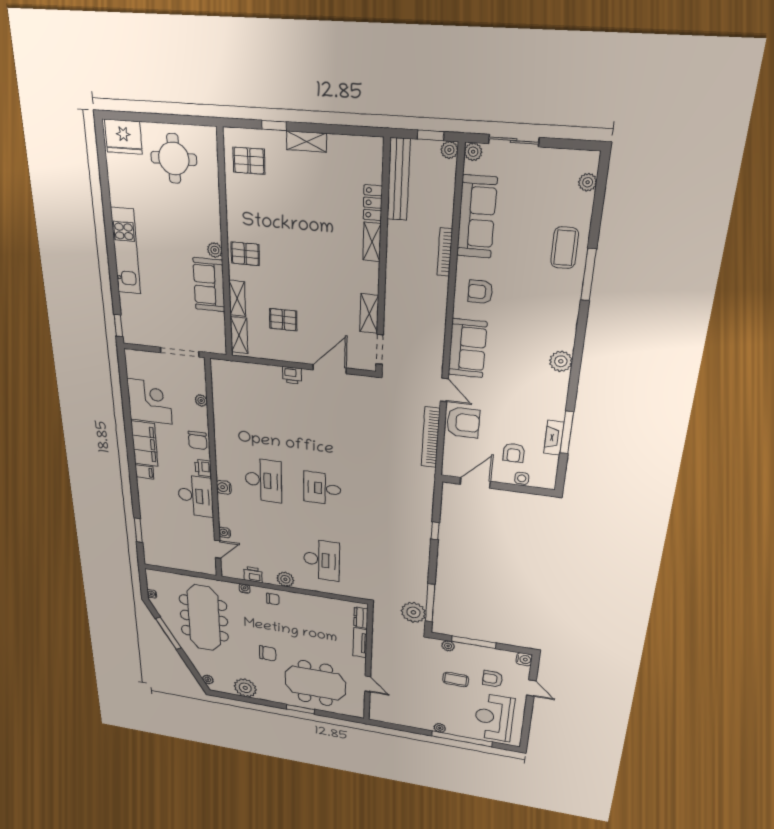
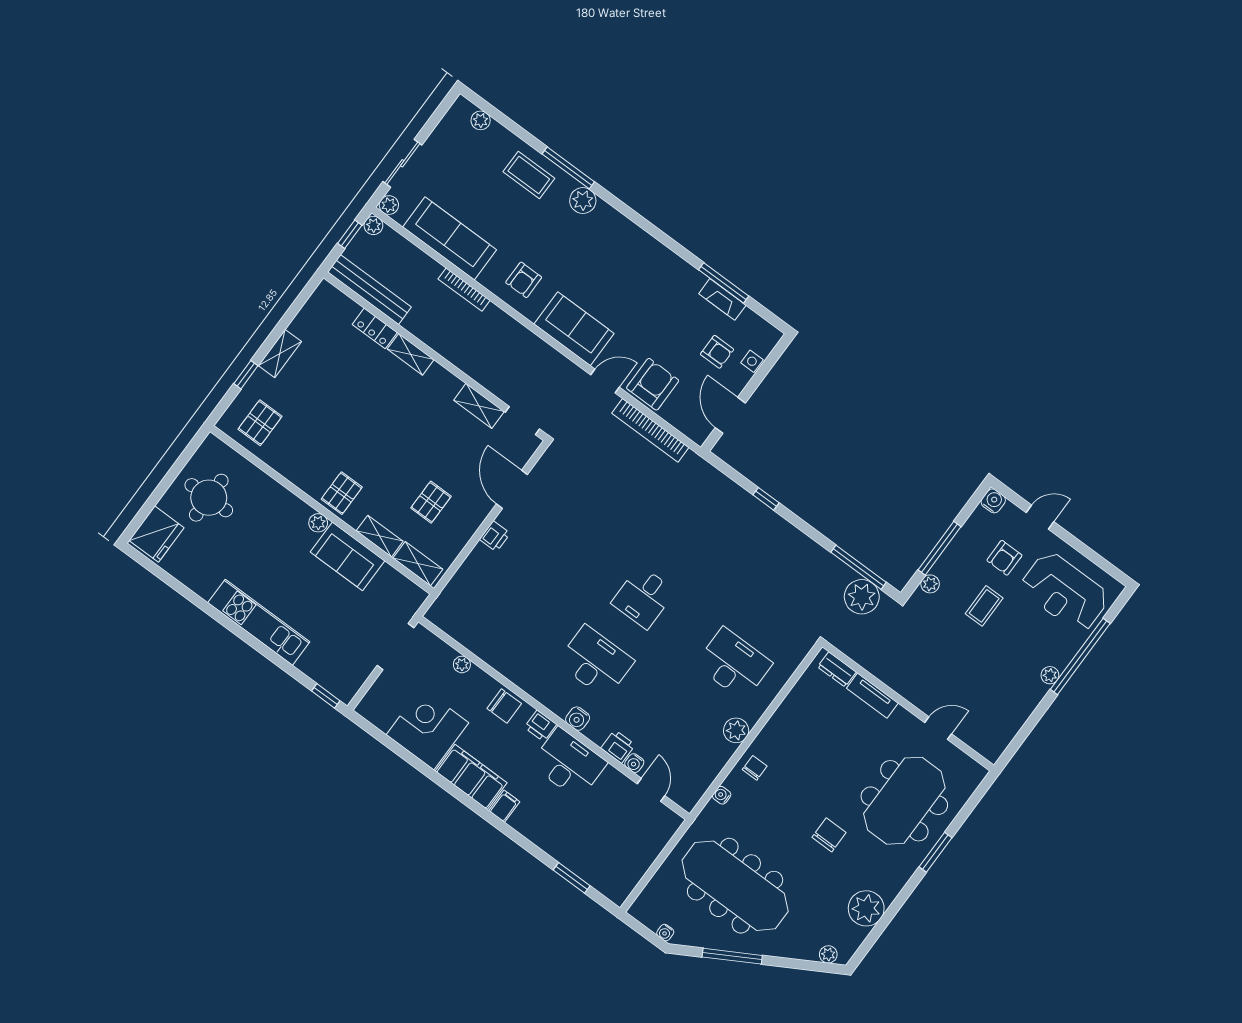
plant: (561, 361) -> (583, 201), moved
printer: (253, 575) -> (618, 746), moved, turned 90

